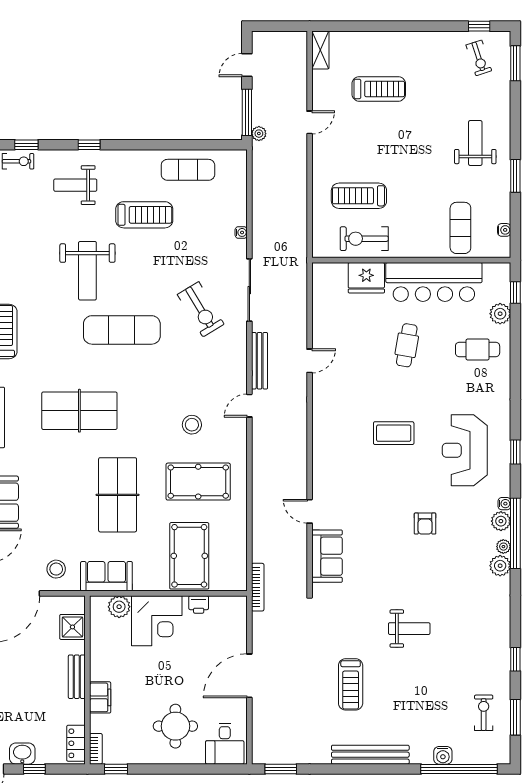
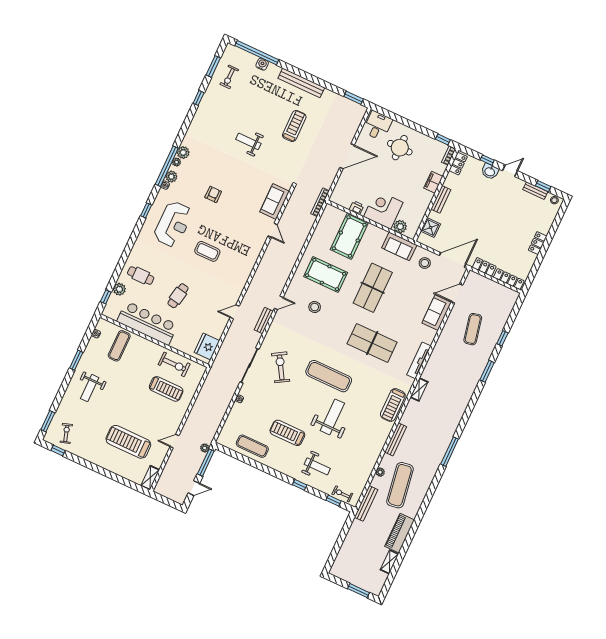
treadmill: (379, 89) -> (128, 442), width x1.37, depth x1.38
fridge: (366, 278) -> (207, 346), moved, turned -90
bench: (260, 361) -> (264, 320), width x0.73

